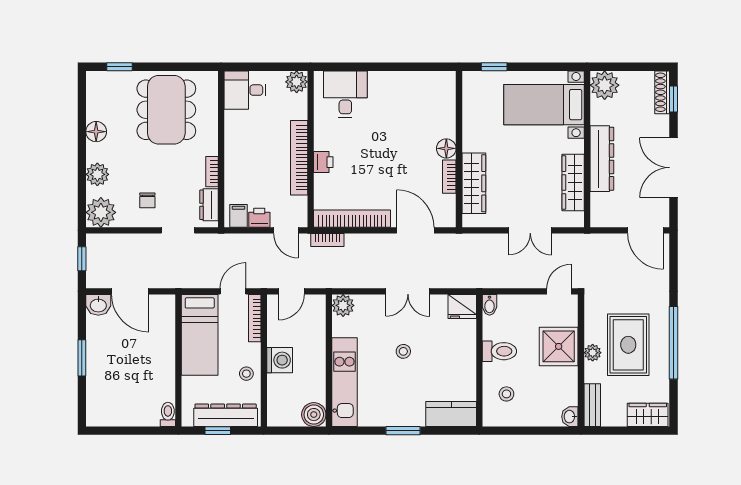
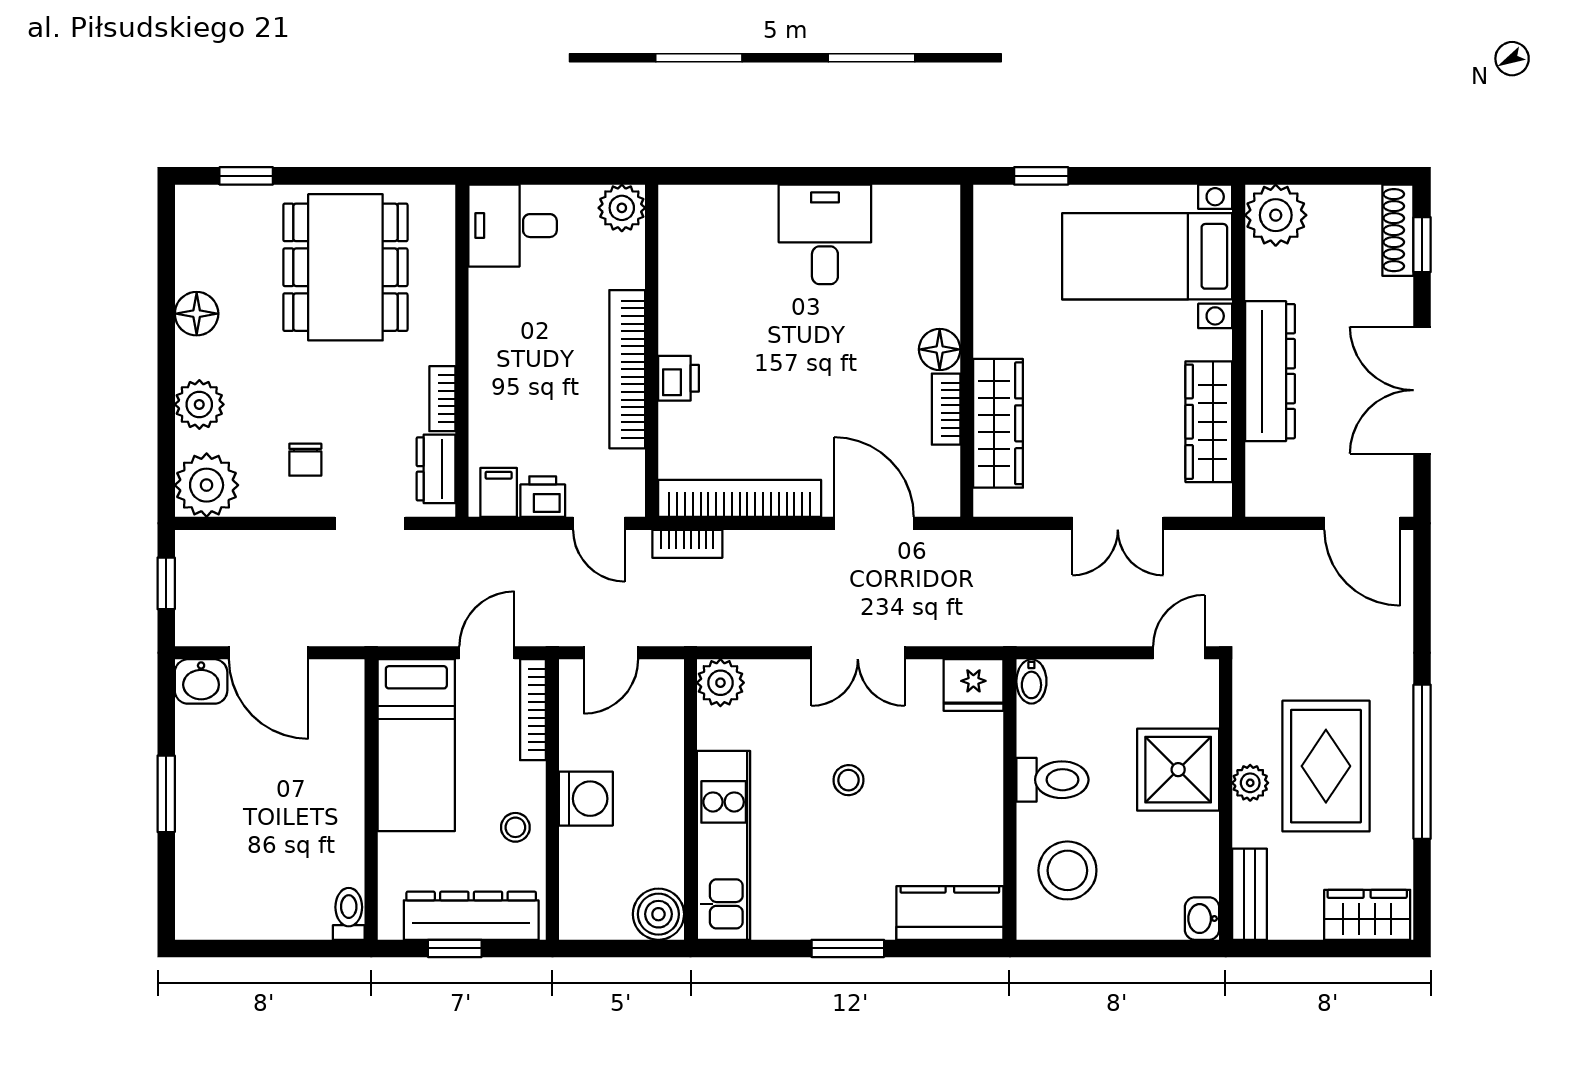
desk: (345, 94) -> (825, 234), moved
stool: (506, 394) -> (1067, 870), width x1.89, depth x1.89

